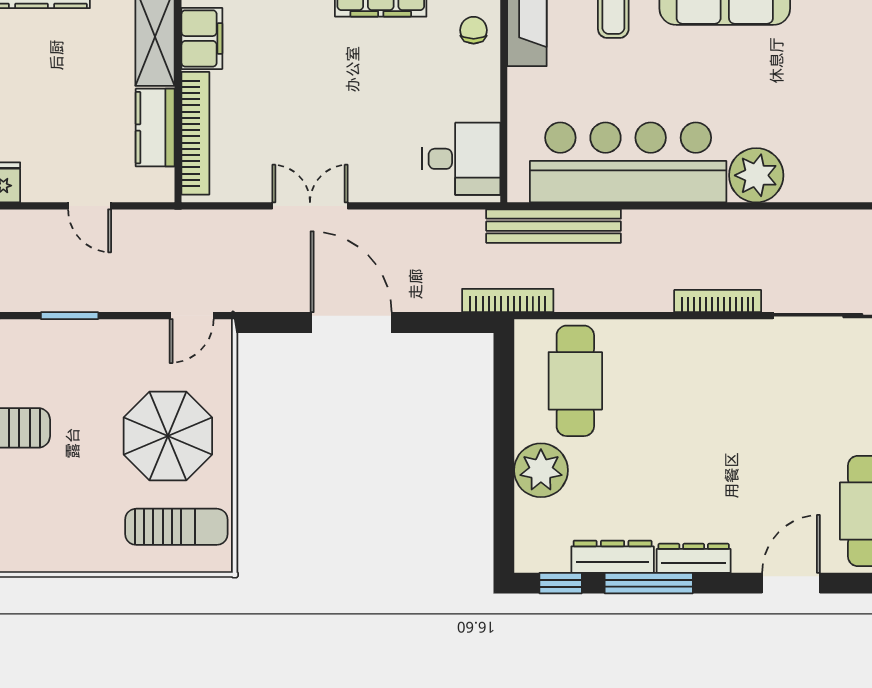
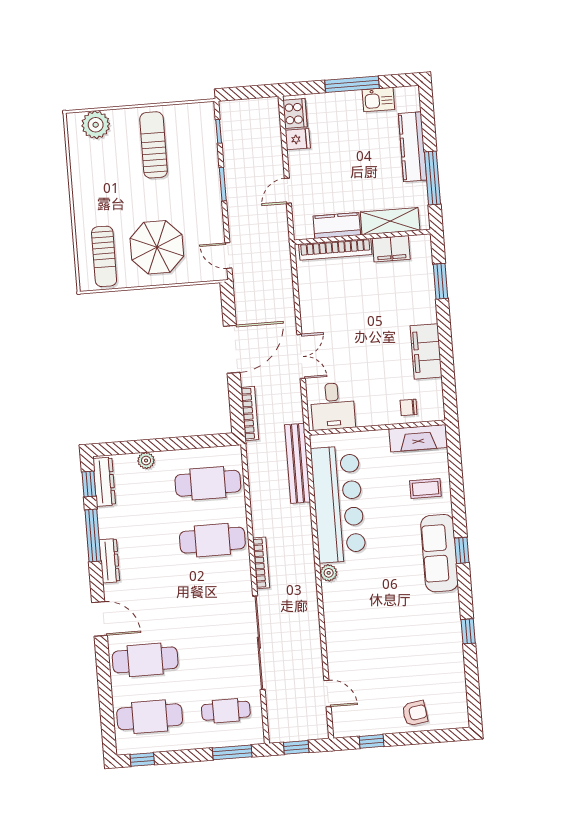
chair: (474, 30) -> (409, 407), turned 180
plant: (756, 175) -> (329, 573), width x0.53, depth x0.53
double door: (310, 206) -> (301, 356), moved
bookcase: (508, 300) -> (250, 413), moved
cafe table: (672, 381) -> (212, 540), added
plant: (541, 470) -> (146, 460), width x0.53, depth x0.53
dresser: (613, 557) -> (104, 482), moved

